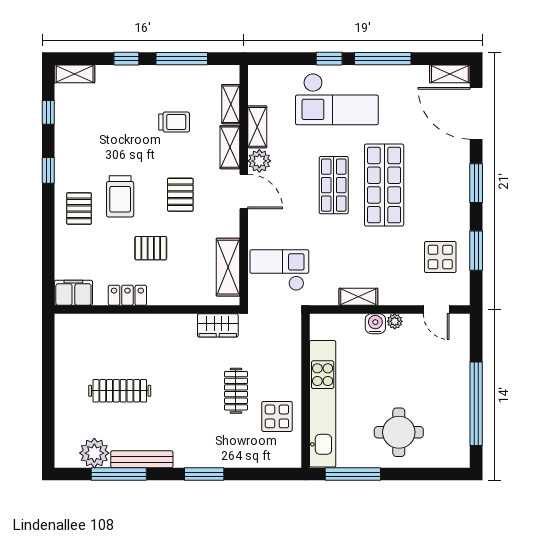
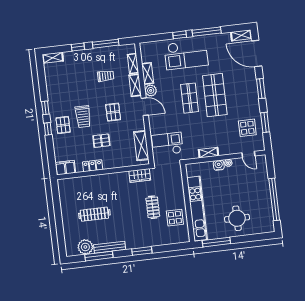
window: (48, 112) -> (48, 129), moved

